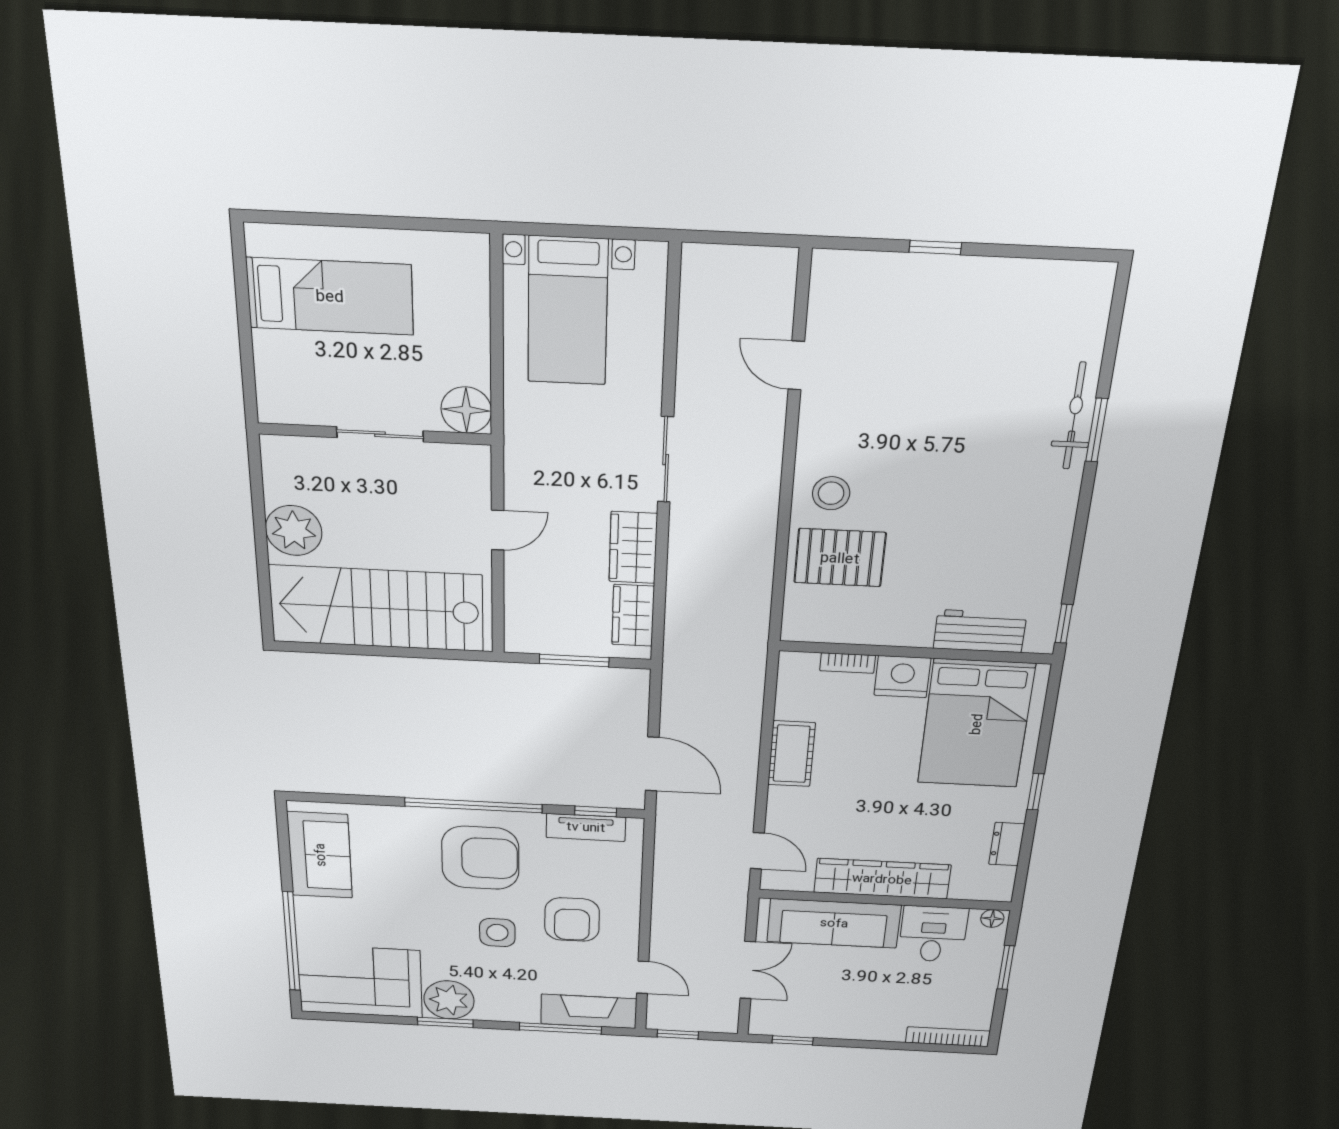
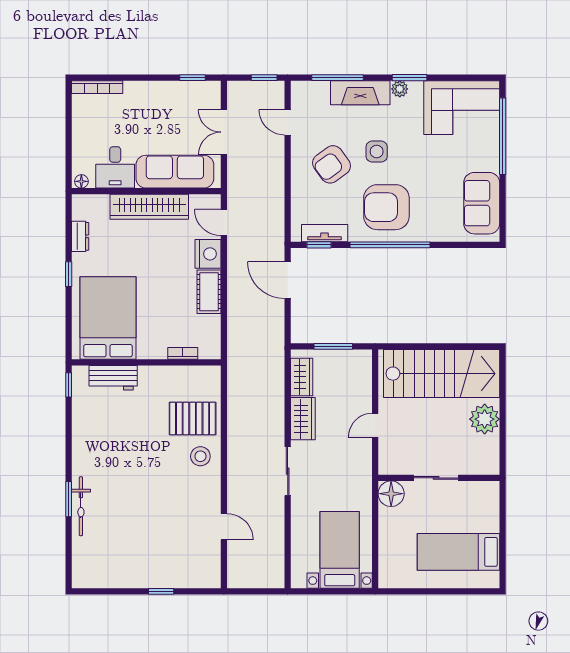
nightstand: (902, 677) -> (208, 254), moved, turned -90
armchair: (572, 920) -> (332, 164), turned -126
window: (1006, 968) -> (69, 145), removed
plant: (449, 1000) -> (400, 89), width x0.53, depth x0.53
fireplace: (589, 1011) -> (360, 93), moved

